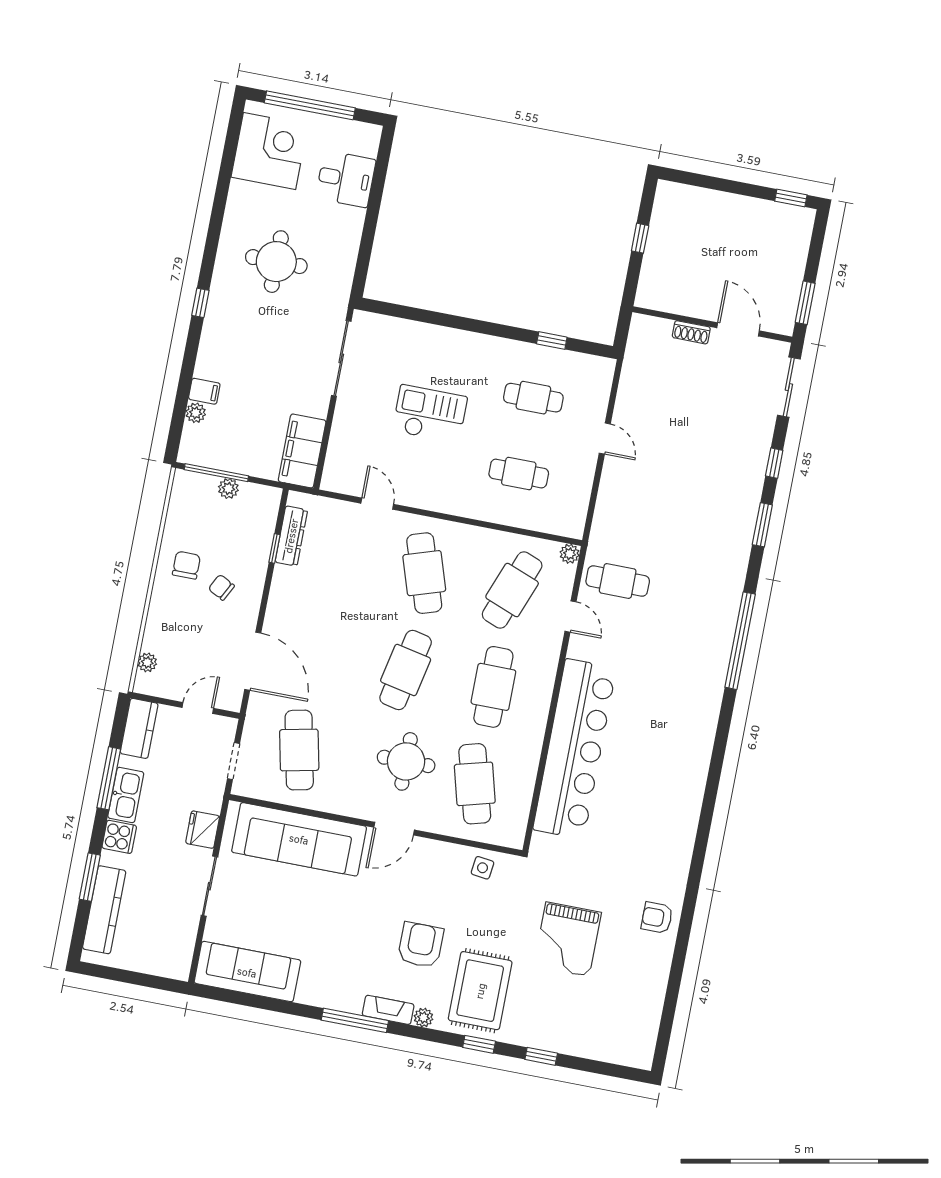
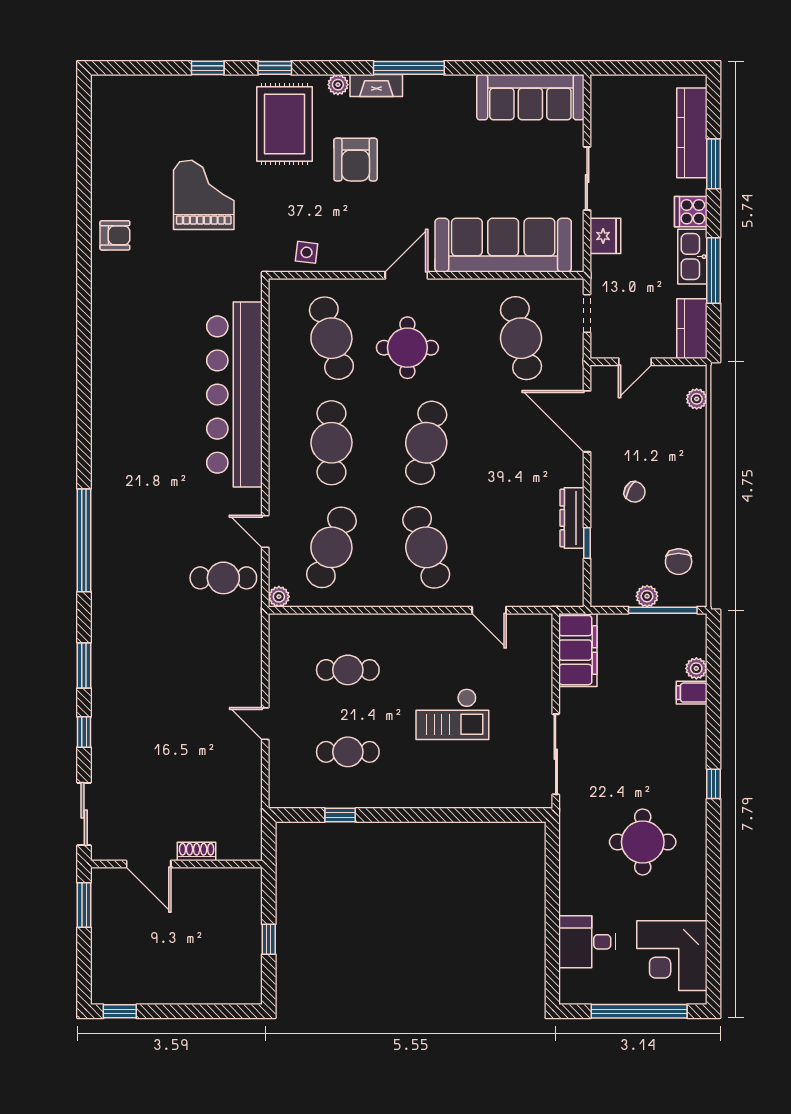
dresser: (291, 536) -> (572, 518), moved
chair: (186, 565) -> (679, 562), moved

